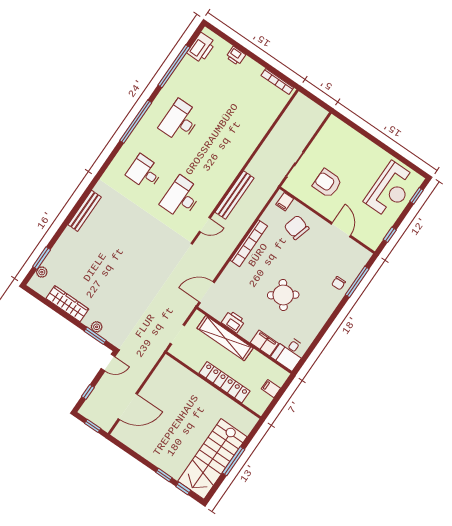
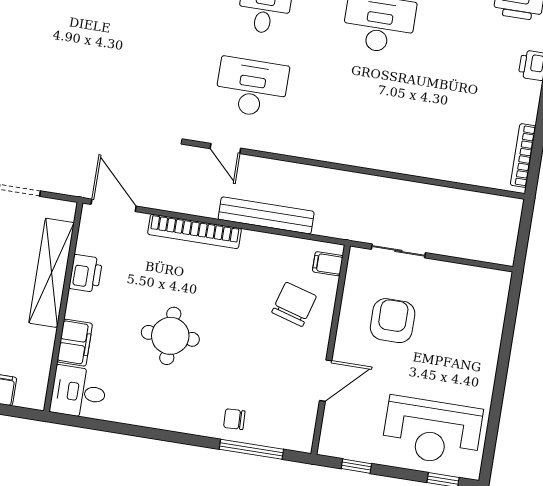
bench: (235, 195) -> (266, 215), moved
bookcase: (249, 243) -> (194, 231), moved
round table: (283, 295) -> (170, 336), turned 36

